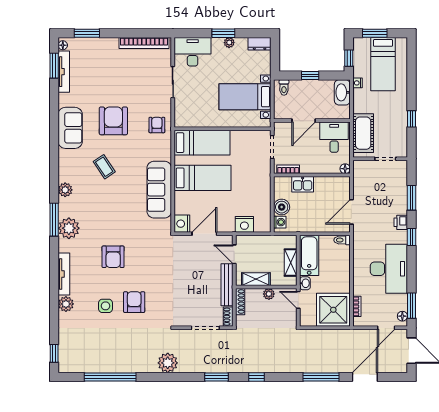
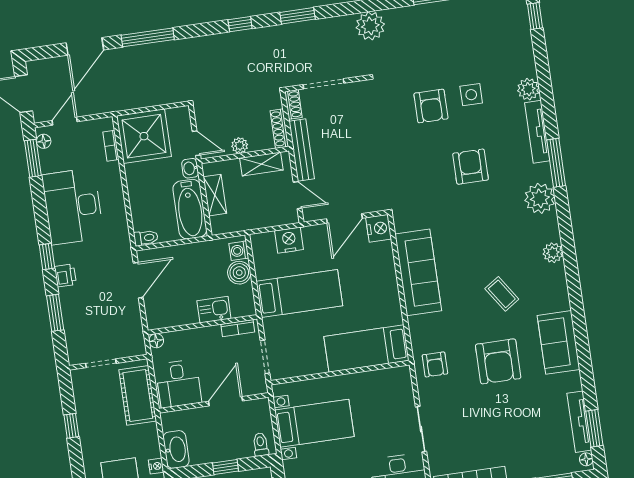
bed: (203, 178) -> (299, 294), moved, turned 180
window: (54, 220) -> (556, 163), moved

